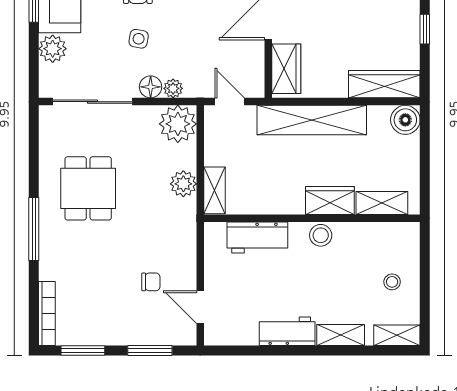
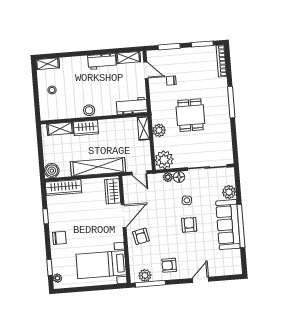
dining table: (88, 188) -> (190, 115), moved
workbench: (257, 237) -> (132, 106), moved
shelving: (341, 335) -> (128, 58), moved

